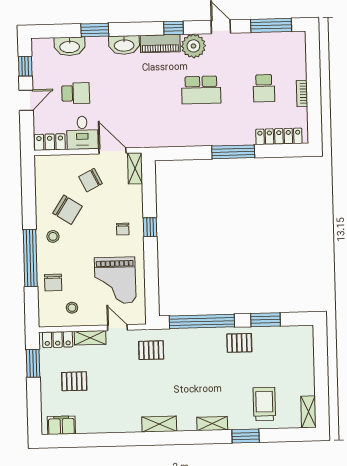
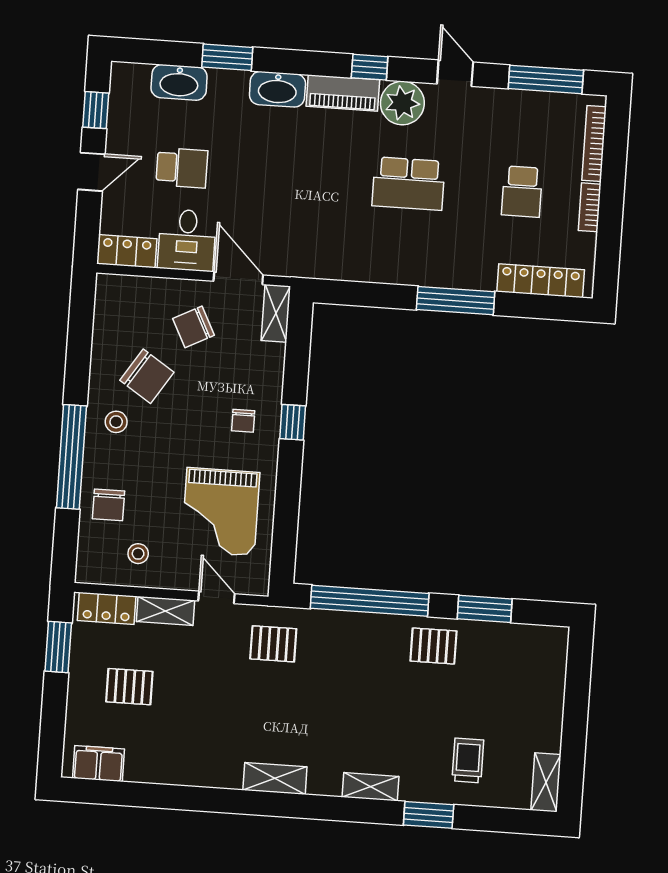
bookcase: (301, 58) -> (594, 144), added
trolley: (264, 404) -> (468, 760), width x0.73, depth x0.72

